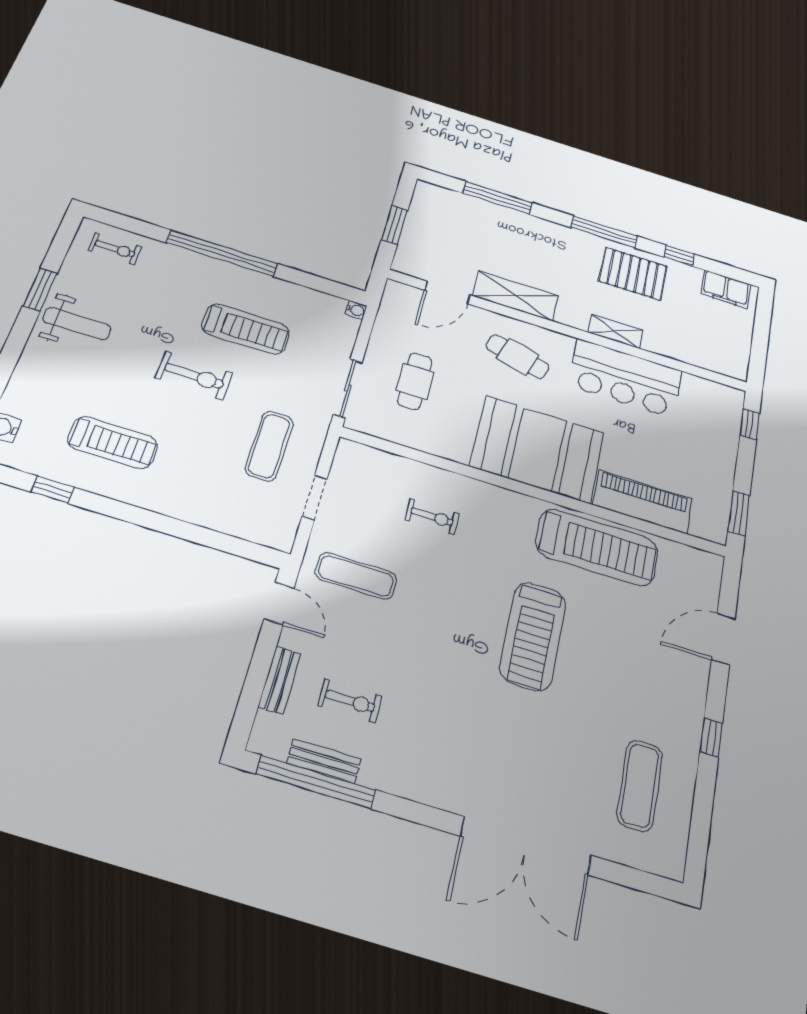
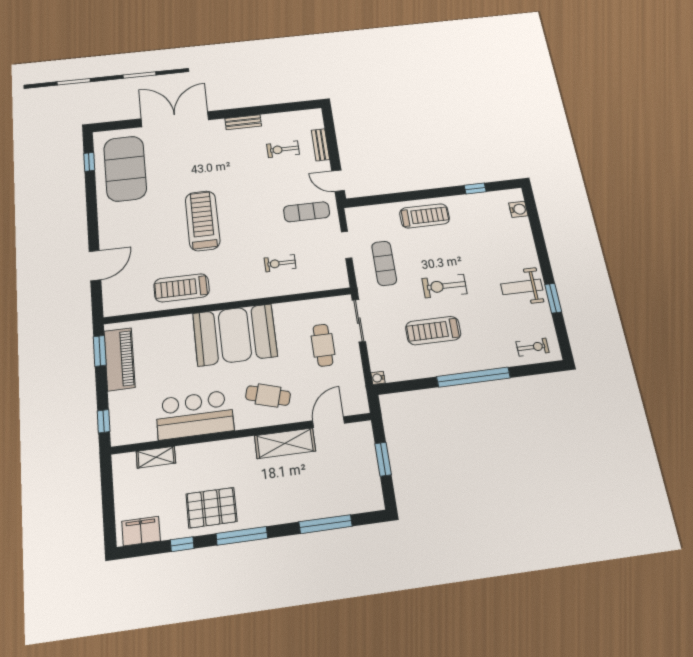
exercise bike: (115, 249) -> (533, 347), turned 180
shelving: (615, 331) -> (156, 457), moved
treadmill: (113, 443) -> (425, 216), moved, turned 180
piano: (643, 502) -> (120, 359), moved, turned -90
treadmill: (597, 547) -> (182, 288), width x0.73, depth x0.73
window: (711, 738) -> (89, 162), moved
bench: (324, 761) -> (243, 122), moved
window: (316, 782) -> (283, 108), removed
exercise mat: (640, 785) -> (125, 169), width x2.00, depth x1.45

